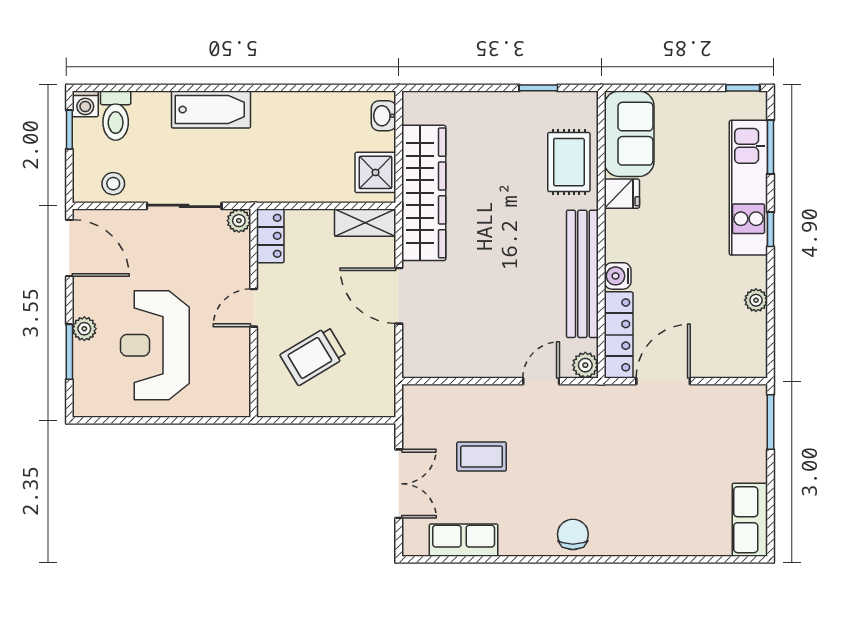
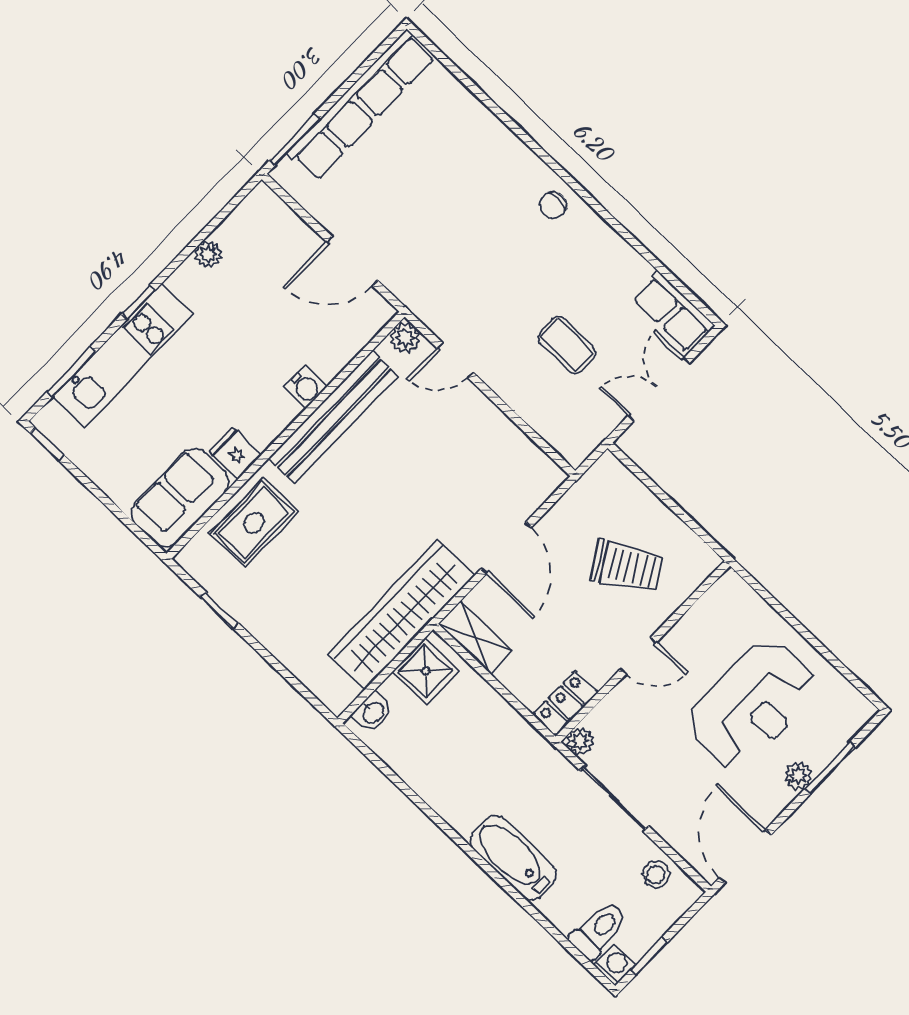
locker: (619, 335) -> (352, 336), removed
row of seats: (750, 520) -> (361, 105), width x2.02
chair: (573, 534) -> (553, 205), width x0.73, depth x0.73
row of seats: (464, 540) -> (673, 312), moved

